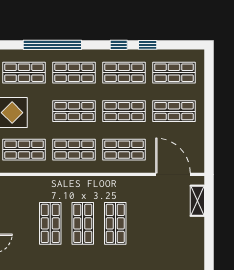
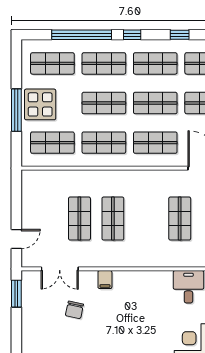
window: (119, 45) -> (132, 35), moved
shop shelf: (115, 223) -> (180, 219), moved

